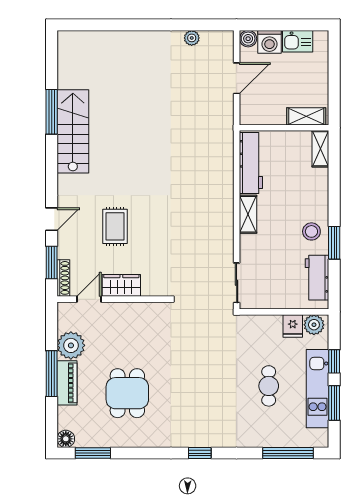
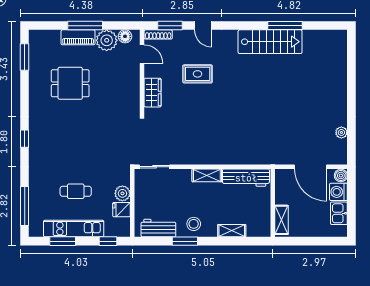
door: (237, 78) -> (311, 167), width x1.36
shelving: (320, 149) -> (232, 231), moved
wardrobe: (121, 285) -> (153, 93), moved
plant: (314, 325) -> (122, 193), moved
window: (334, 361) -> (108, 241), moved
floor lamp: (66, 439) -> (125, 36), moved

